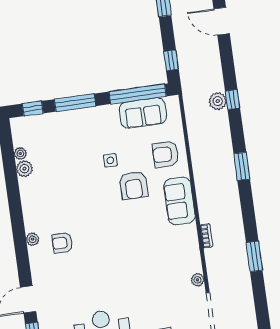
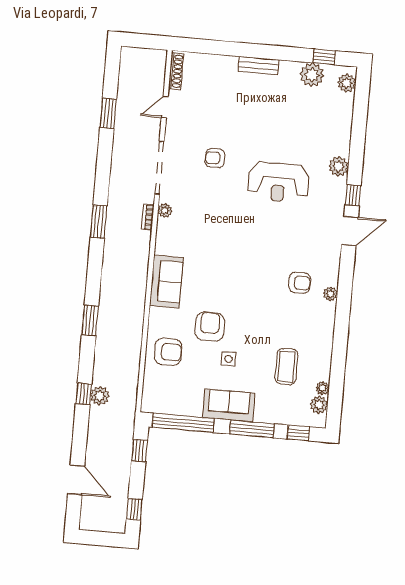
sofa: (143, 113) -> (229, 405), moved
coffee table: (57, 165) -> (286, 366), added
plant: (24, 169) -> (319, 405), moved
sofa: (179, 201) -> (166, 282), moved
bookcase: (206, 236) -> (148, 217), moved

